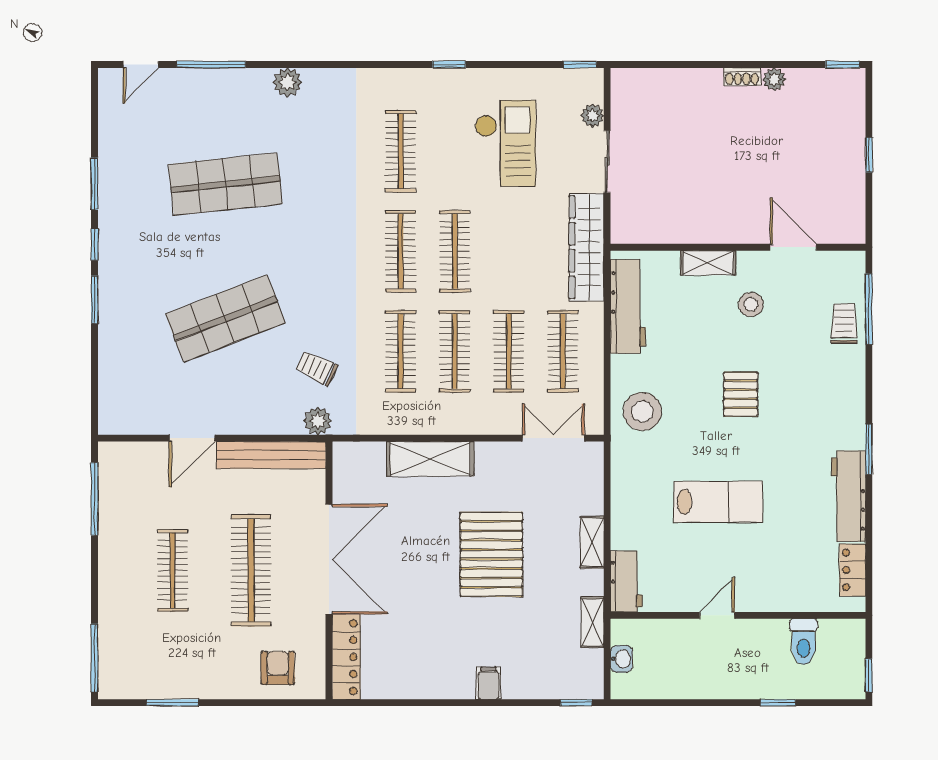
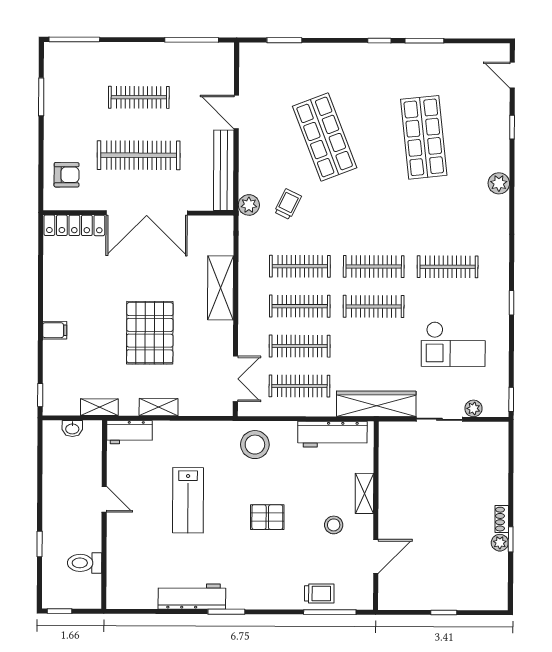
window: (211, 65) -> (512, 127), width x0.46
window: (843, 65) -> (511, 539), moved
window: (94, 300) -> (284, 40), moved
pallet: (491, 554) -> (150, 333), turned 90
locker: (853, 570) -> (137, 599), removed

